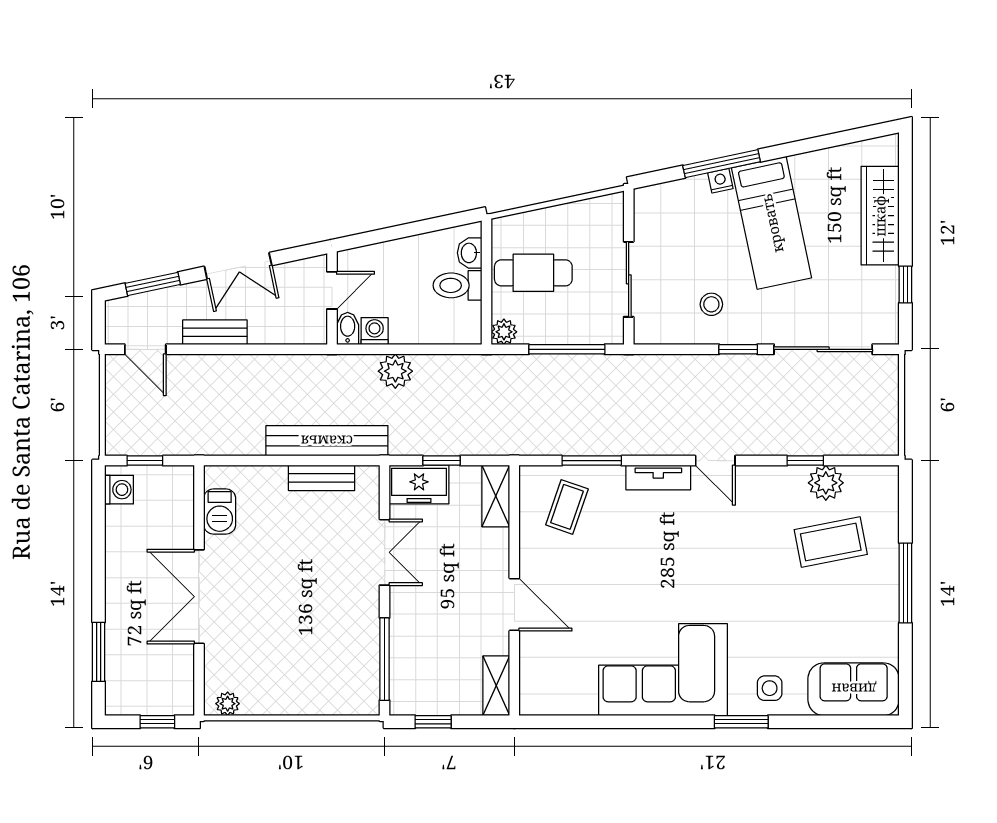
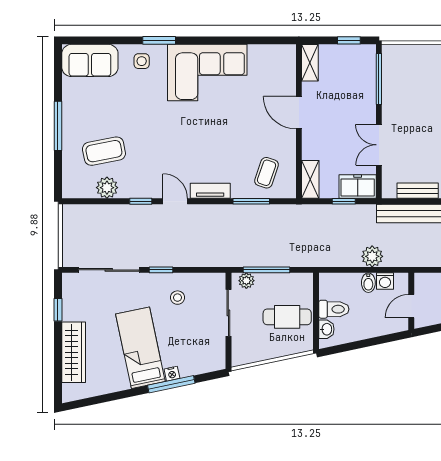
bidet: (348, 328) -> (368, 283), moved
plant: (504, 332) -> (246, 281), moved
window: (805, 461) -> (141, 201), moved

